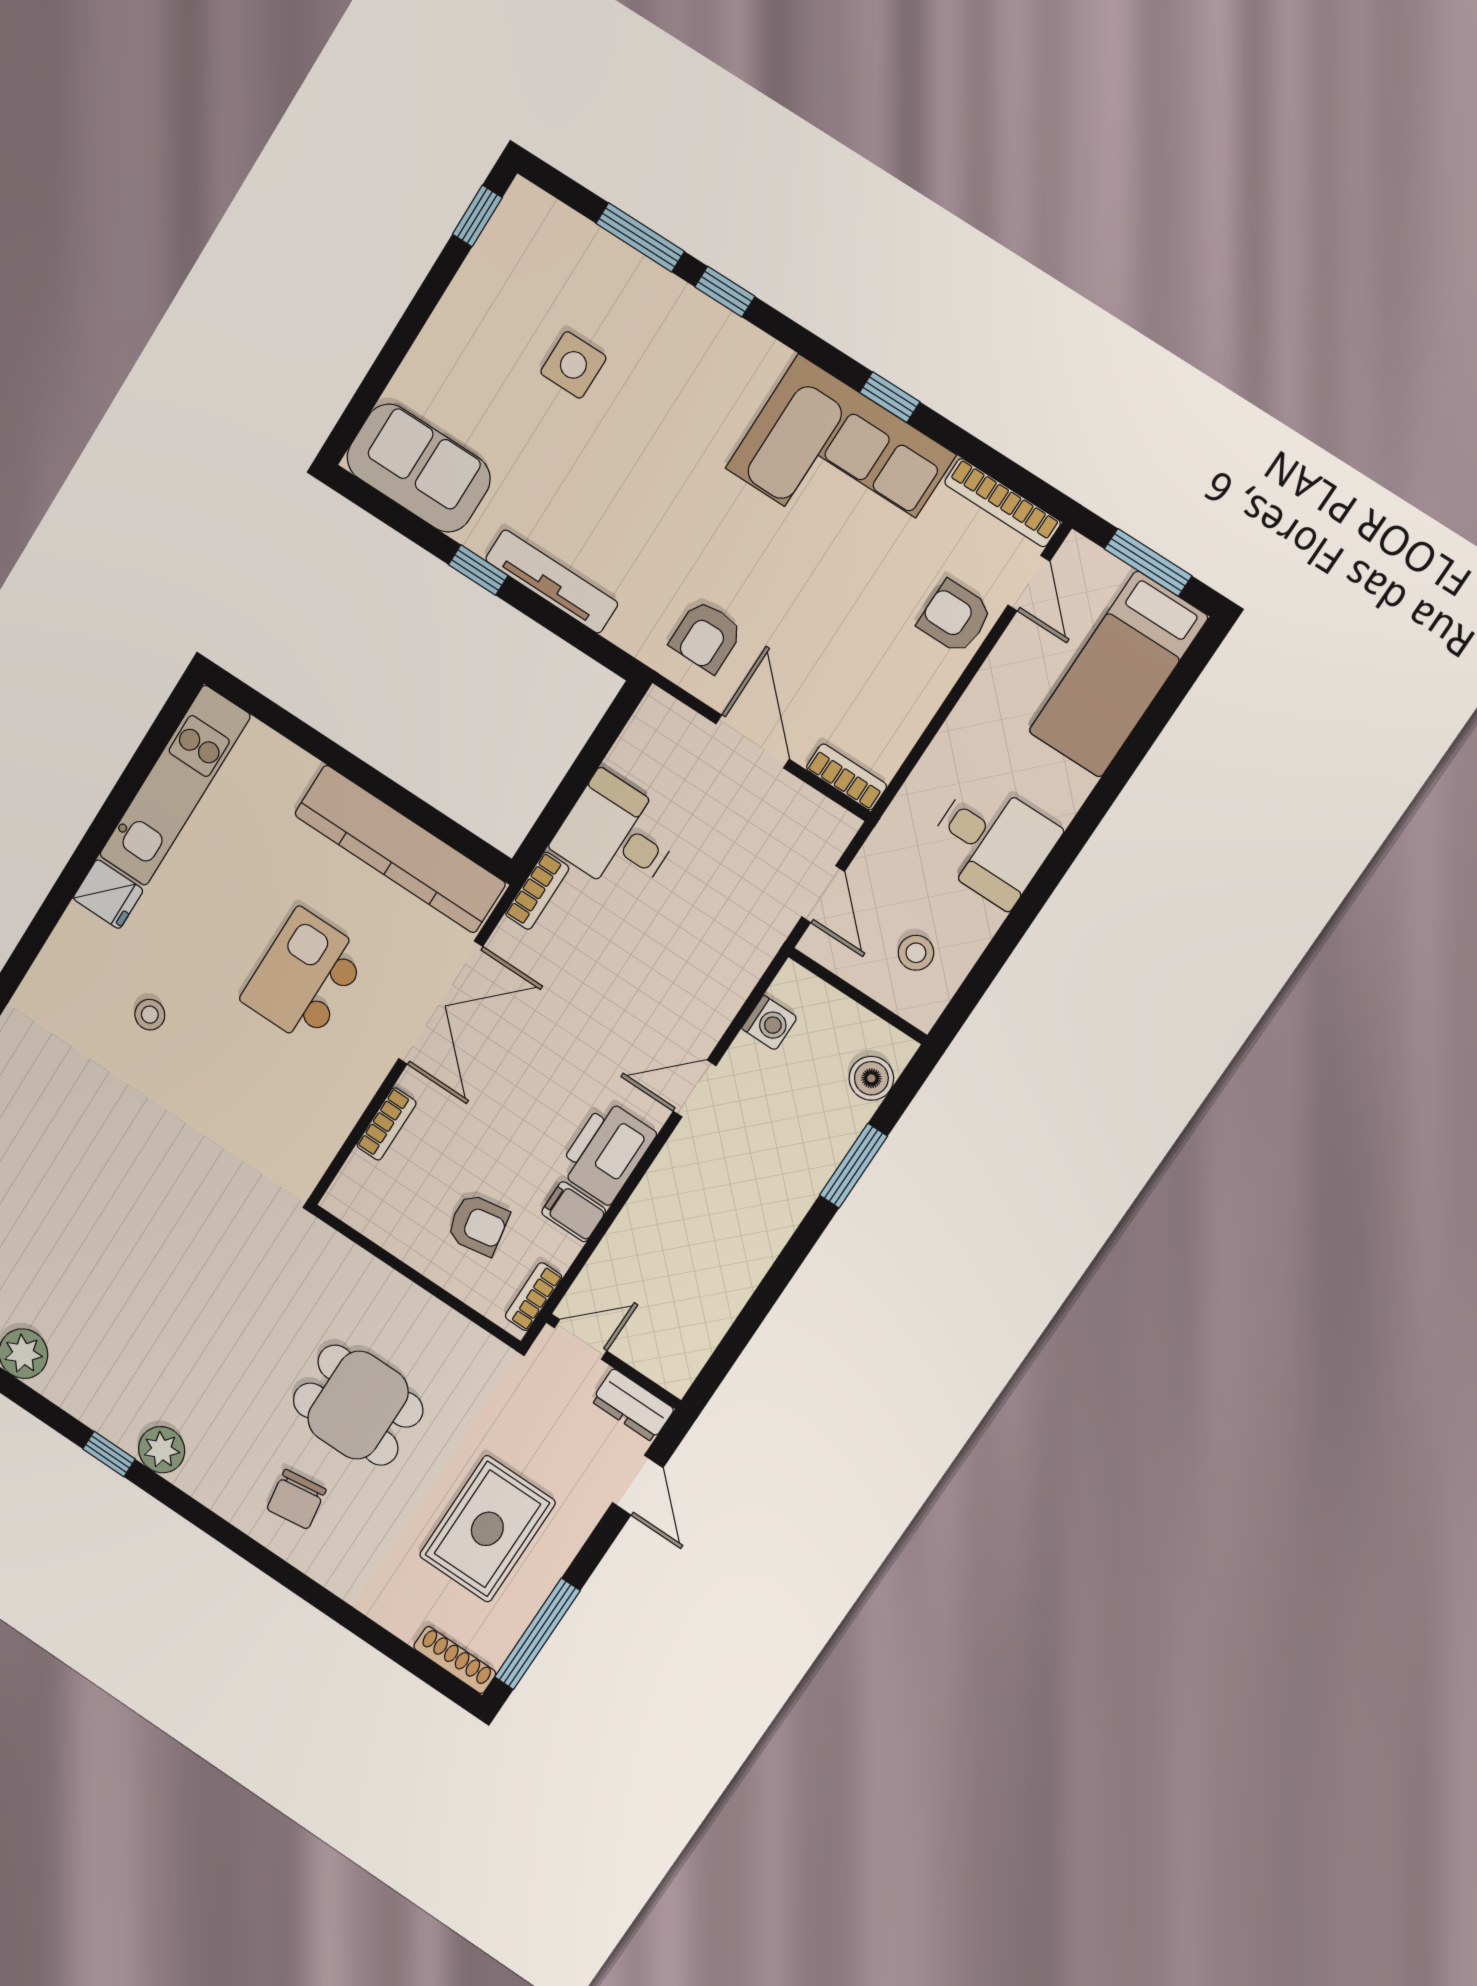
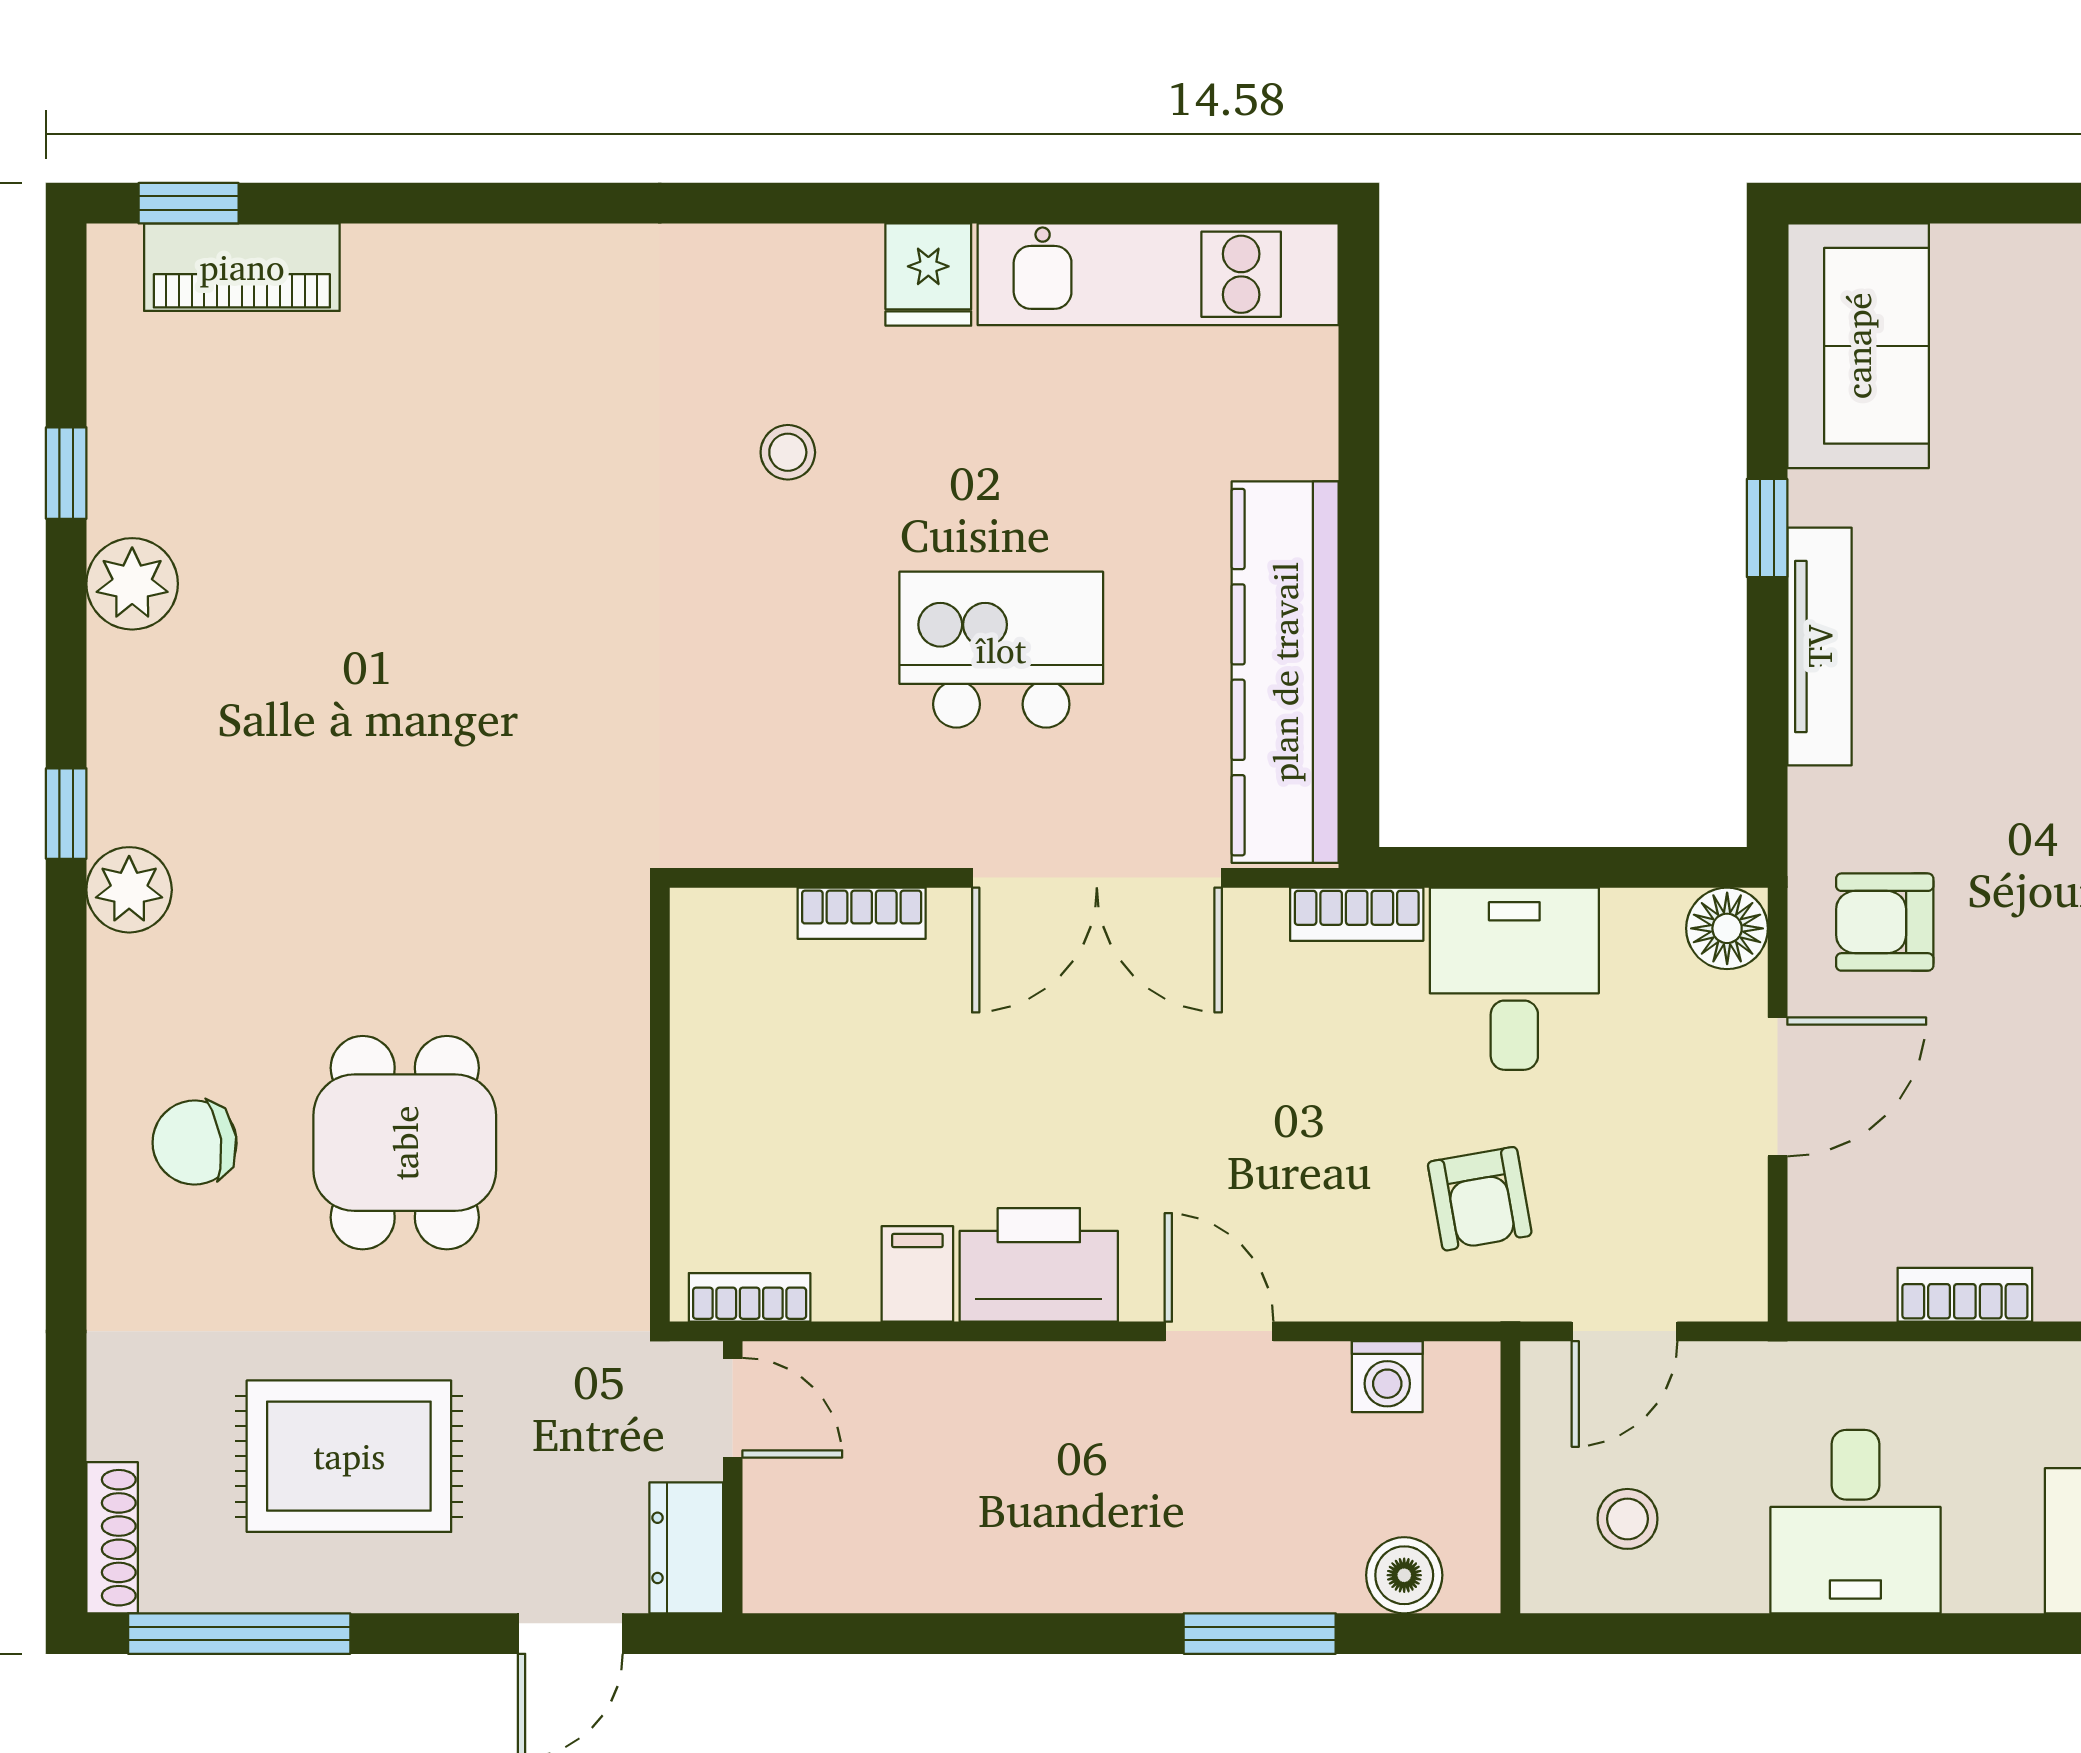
floor lamp: (659, 716) -> (1727, 928), added
bookcase: (846, 777) -> (1965, 1295), moved, turned -90
armchair: (478, 1225) -> (1480, 1199), moved

